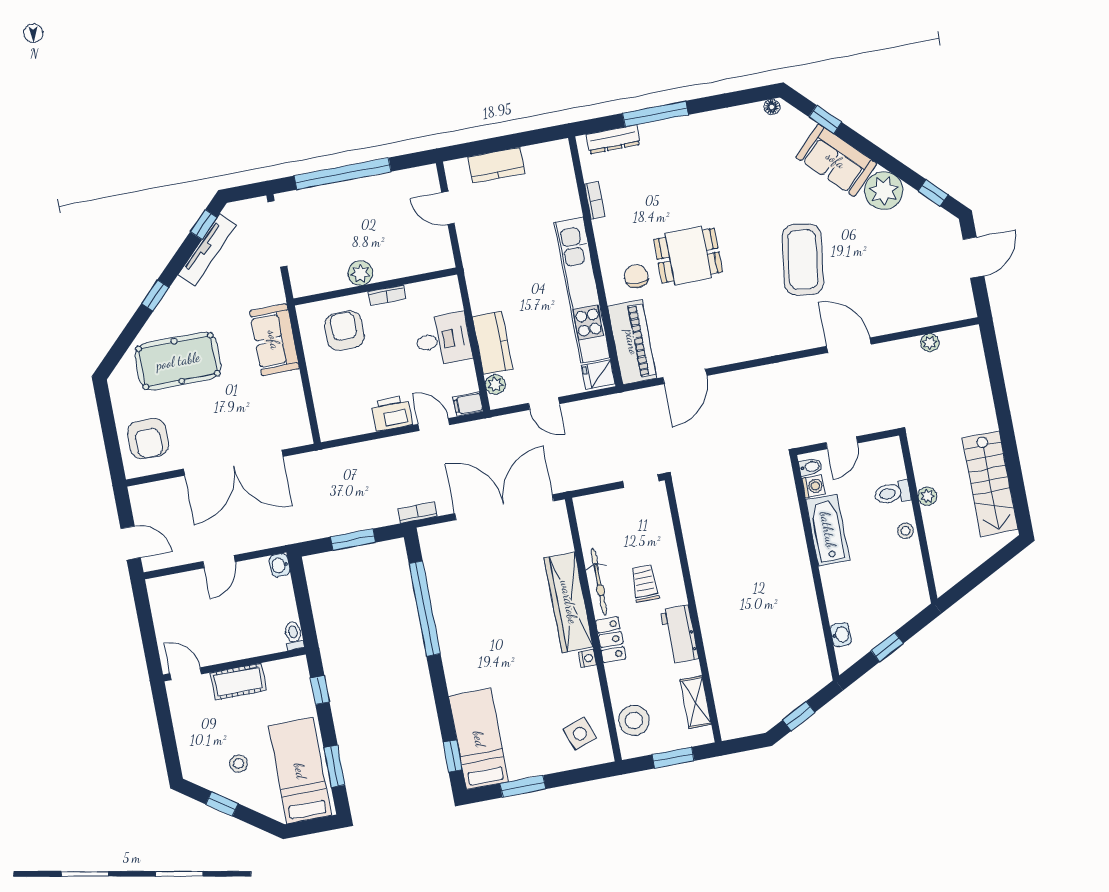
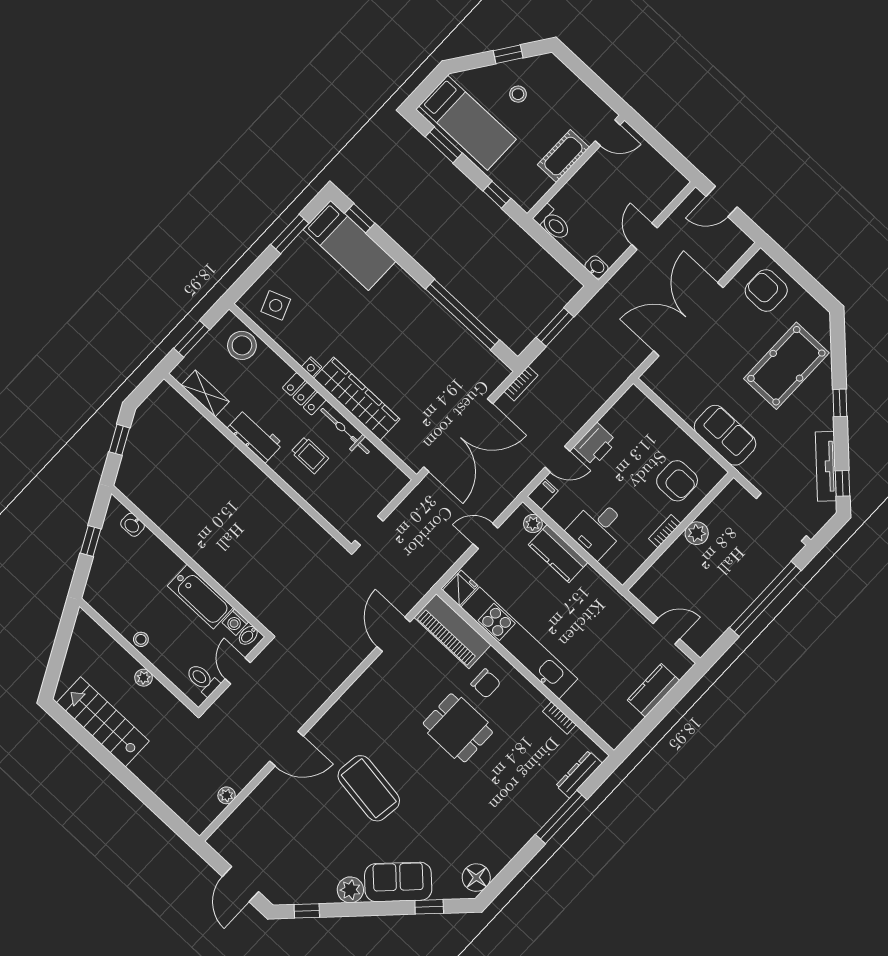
floor lamp: (772, 107) -> (476, 878), width x1.89, depth x1.89
plant: (884, 191) -> (350, 890), width x0.73, depth x0.73
dining table: (688, 256) -> (458, 728), turned 90
toilet: (892, 493) -> (203, 680), moved, turned -90
toilet: (294, 636) -> (553, 223), width x1.37, depth x1.39

